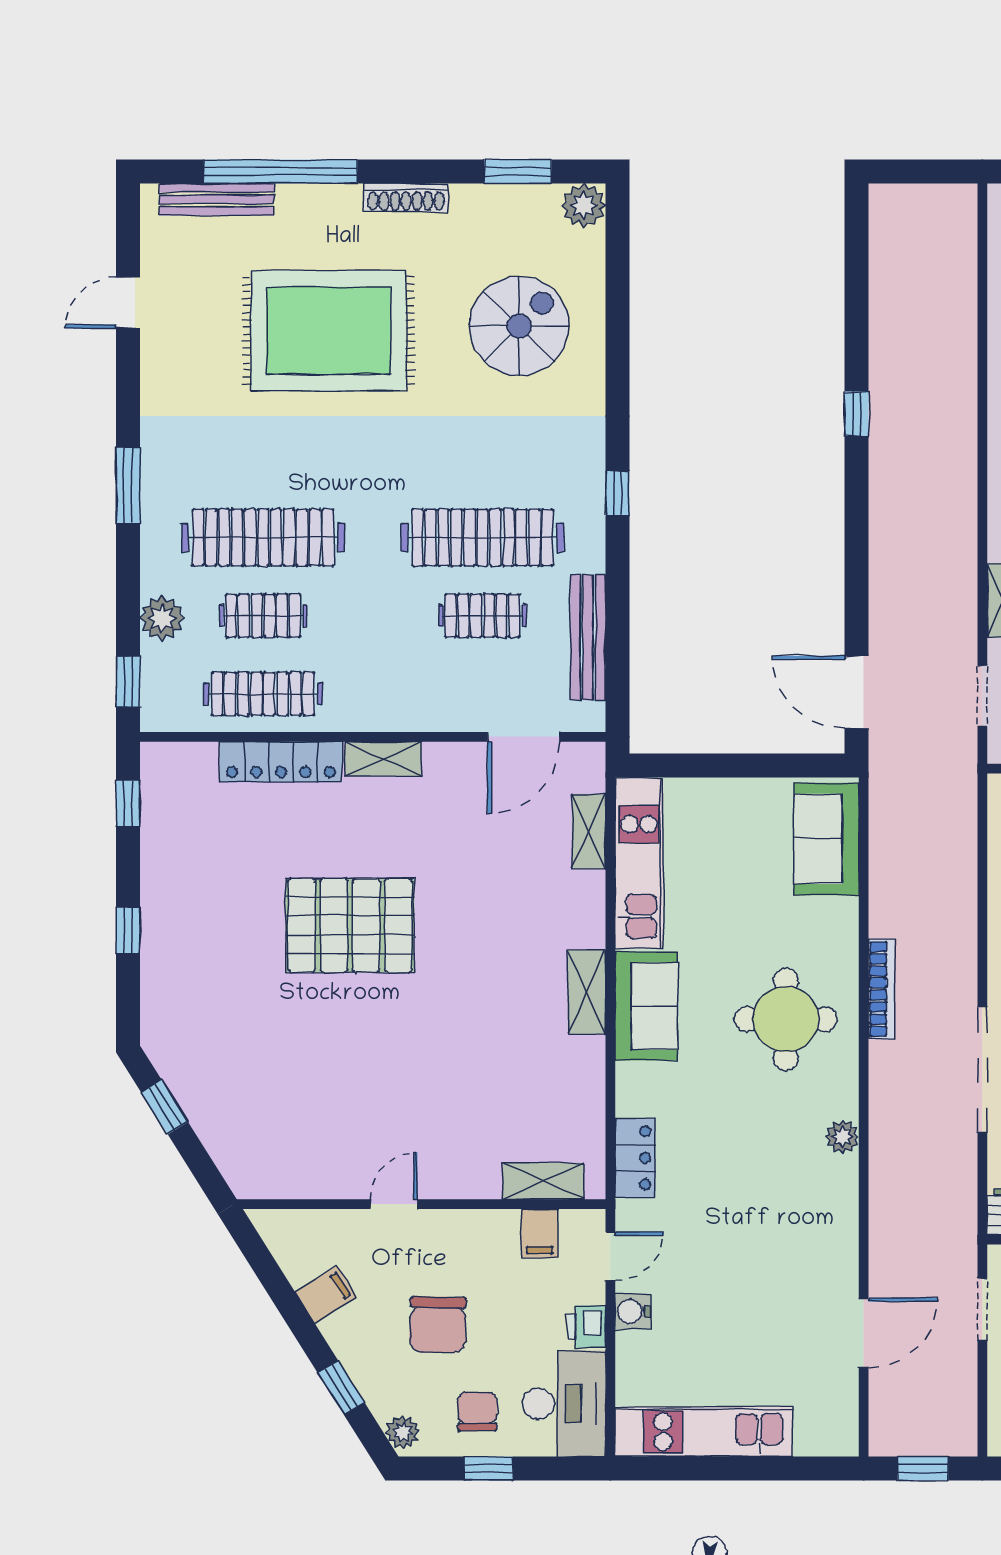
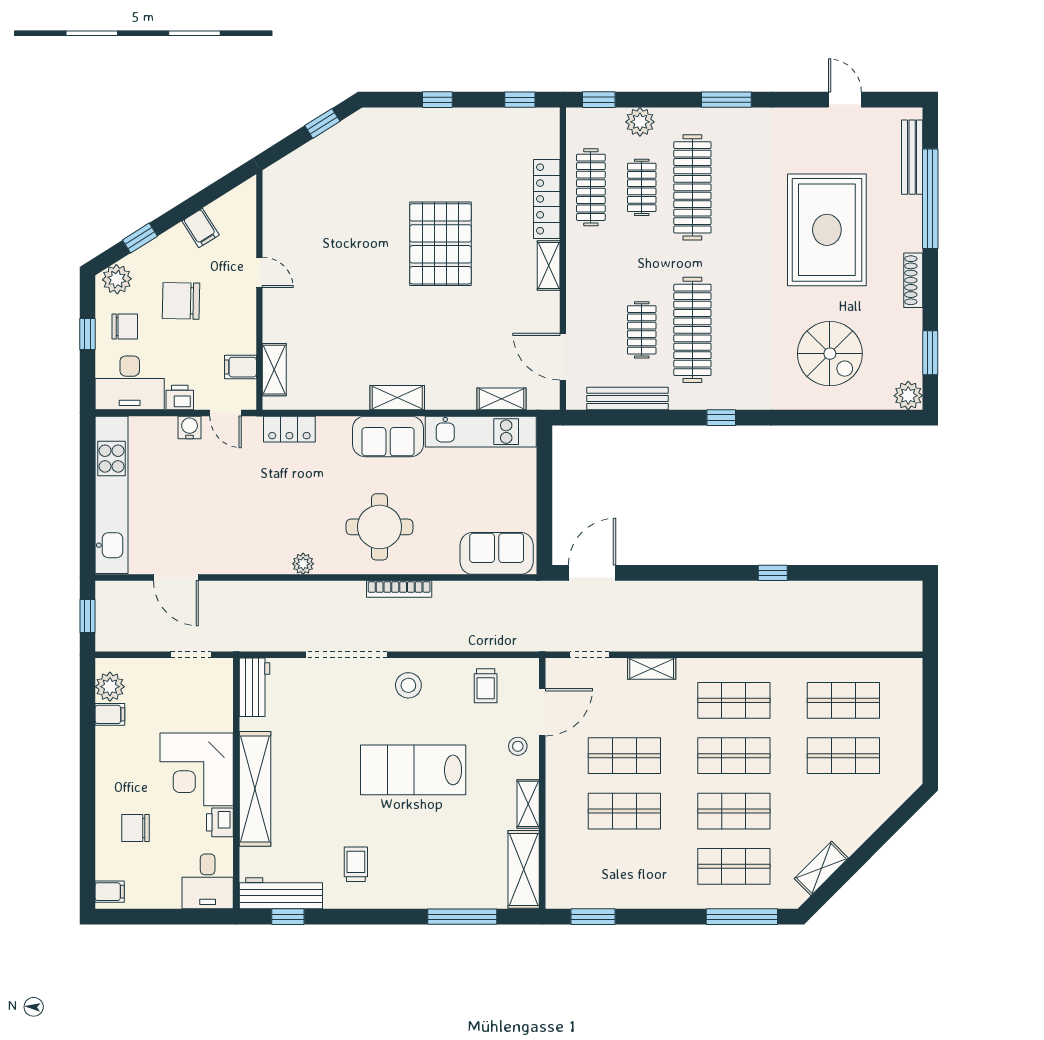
plant: (403, 1432) -> (117, 279), width x1.38, depth x1.38
kitchen unit: (704, 1432) -> (112, 495), width x1.36

